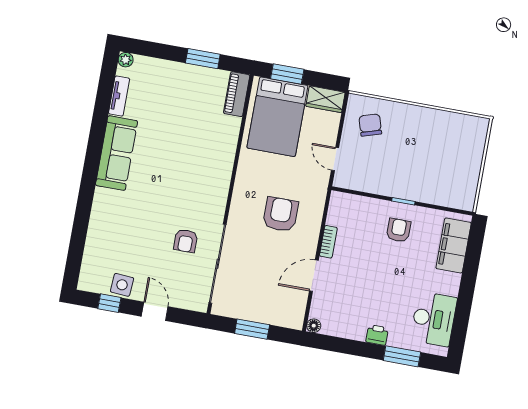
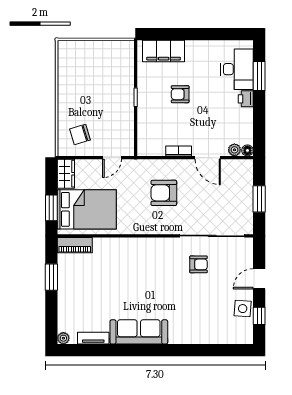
armchair: (399, 230) -> (180, 94), moved
plant: (317, 310) -> (234, 150), added
desk: (434, 319) -> (237, 69), moved, turned 90

